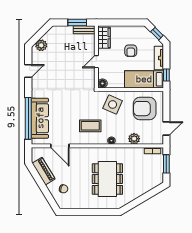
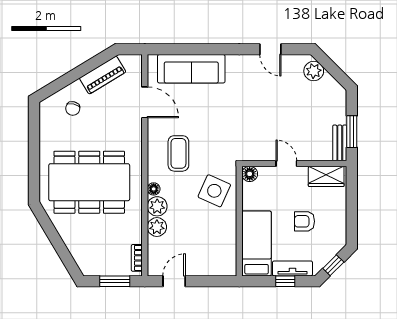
window: (166, 75) -> (285, 281), moved
armchair: (145, 109) -> (208, 245), removed
window: (28, 118) -> (191, 49), removed
door: (166, 128) -> (174, 281), swing flipped
plant: (122, 139) -> (157, 206), added
door: (60, 146) -> (145, 102), swing flipped
dining table: (107, 179) -> (89, 182), width x1.36, depth x1.24

